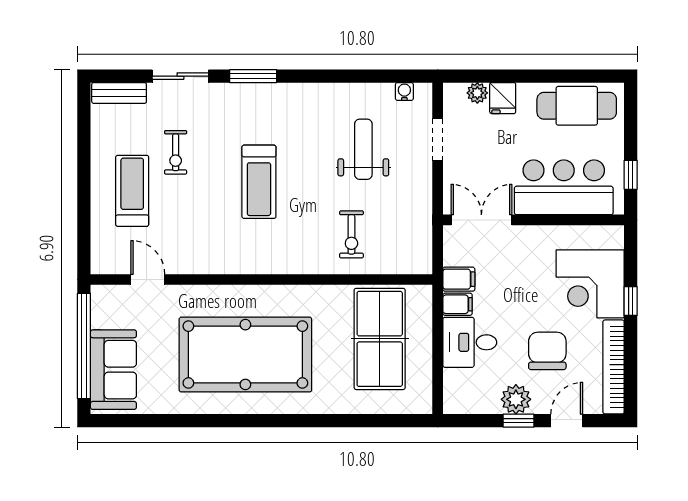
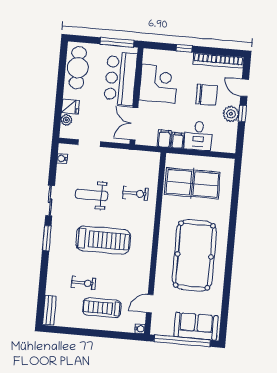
sliding door: (180, 76) -> (50, 201), moved
weight bench: (363, 149) -> (91, 195), moved
window: (631, 175) -> (117, 42), width x2.17
treadmill: (259, 182) -> (103, 240), width x1.37, depth x1.38
water cooler: (99, 265) -> (140, 329), added
corner desk: (590, 284) -> (158, 84), moved, turned -90
chair: (547, 351) -> (207, 95), turned 180

